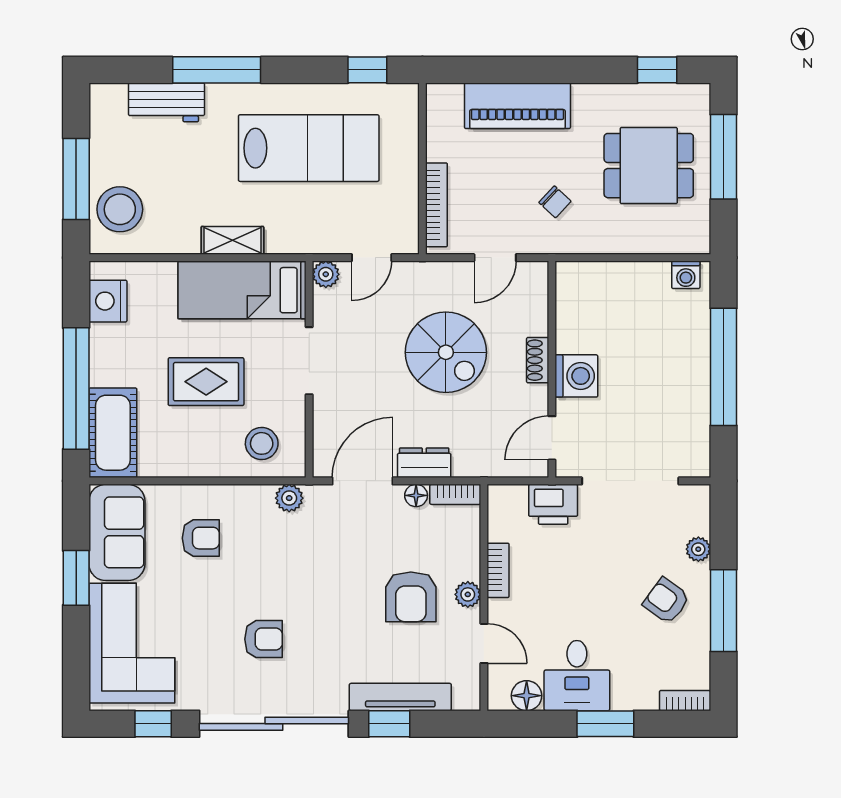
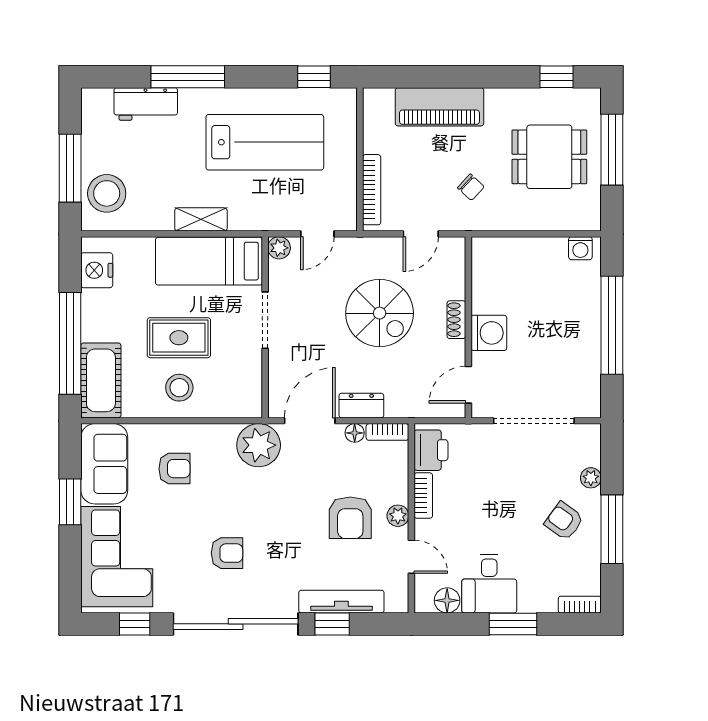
stool: (262, 443) -> (179, 388), moved
plant: (289, 498) -> (259, 445), width x1.87, depth x1.87
printer: (553, 504) -> (431, 450), moved, turned -90

